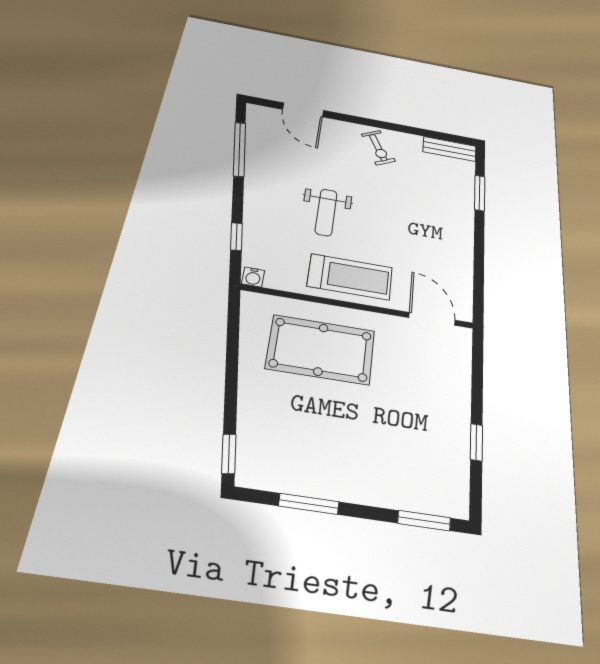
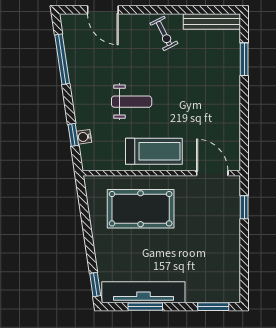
bench: (450, 149) -> (212, 22), width x1.36
weight bench: (326, 212) -> (132, 102), turned -90
water cooler: (253, 277) -> (84, 137), moved, turned 82
window: (476, 442) -> (244, 207), moved
tv unit: (309, 479) -> (143, 292), added

